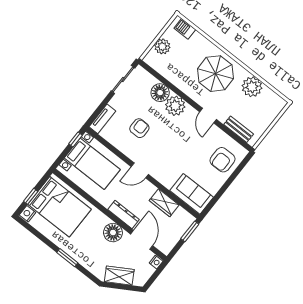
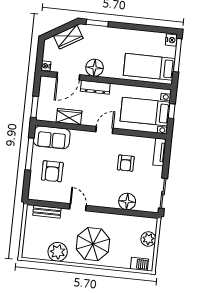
plant: (175, 106) -> (109, 199), removed
window: (75, 140) -> (172, 111), moved
armchair: (222, 160) -> (52, 171), moved, turned 180
window: (221, 192) -> (30, 154), added
window: (31, 196) -> (178, 55), width x2.17
bed: (59, 207) -> (149, 67), width x0.67
door: (142, 240) -> (68, 76), hinge flipped
window: (67, 258) -> (97, 23), moved

